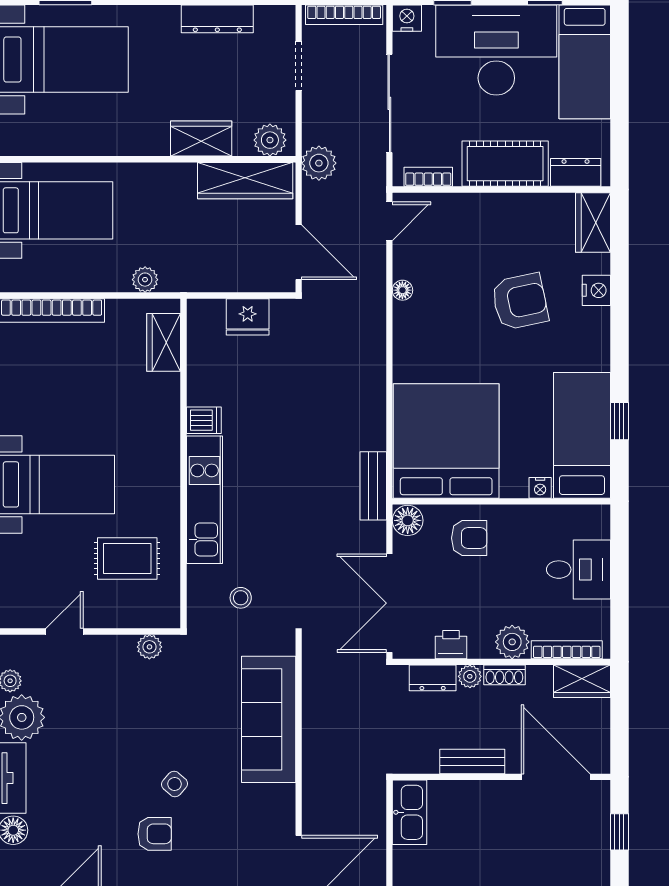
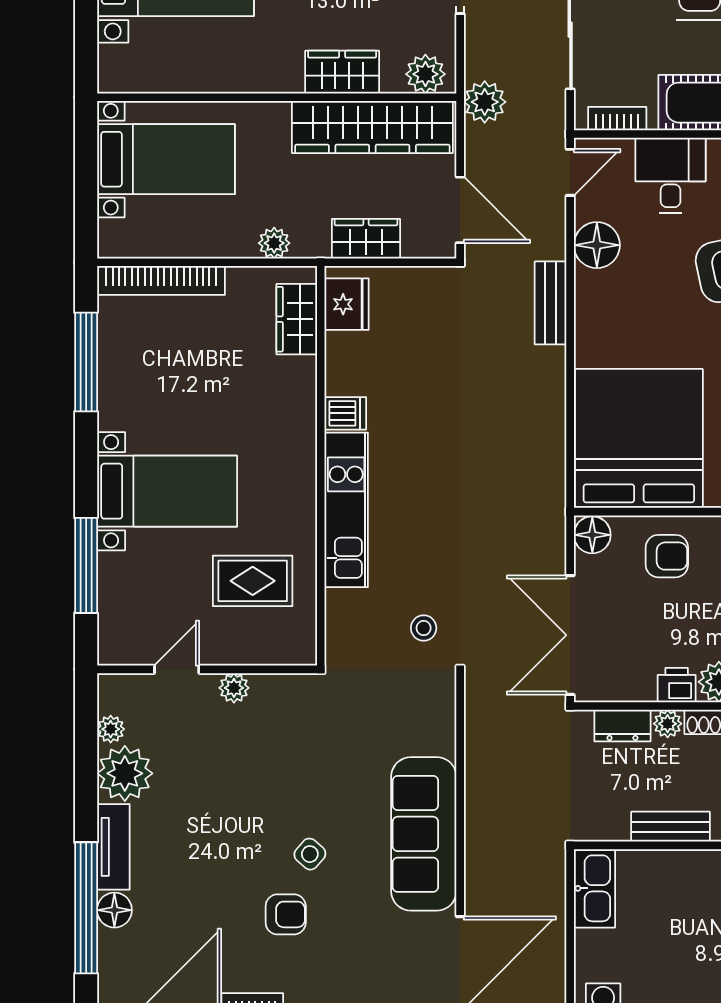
wardrobe: (245, 181) -> (372, 127), width x1.40, depth x1.17
desk: (472, 224) -> (671, 175), added
wardrobe: (221, 276) -> (366, 239), added
floor lamp: (402, 290) -> (597, 245), width x1.89, depth x1.89
fridge: (248, 317) -> (347, 304), moved, turned -90
bench: (373, 486) -> (551, 303), moved
stool: (241, 598) -> (424, 628), moved
printer: (451, 645) -> (677, 685), moved
plant: (149, 647) -> (234, 688), moved
sofa: (269, 719) -> (424, 834), moved

